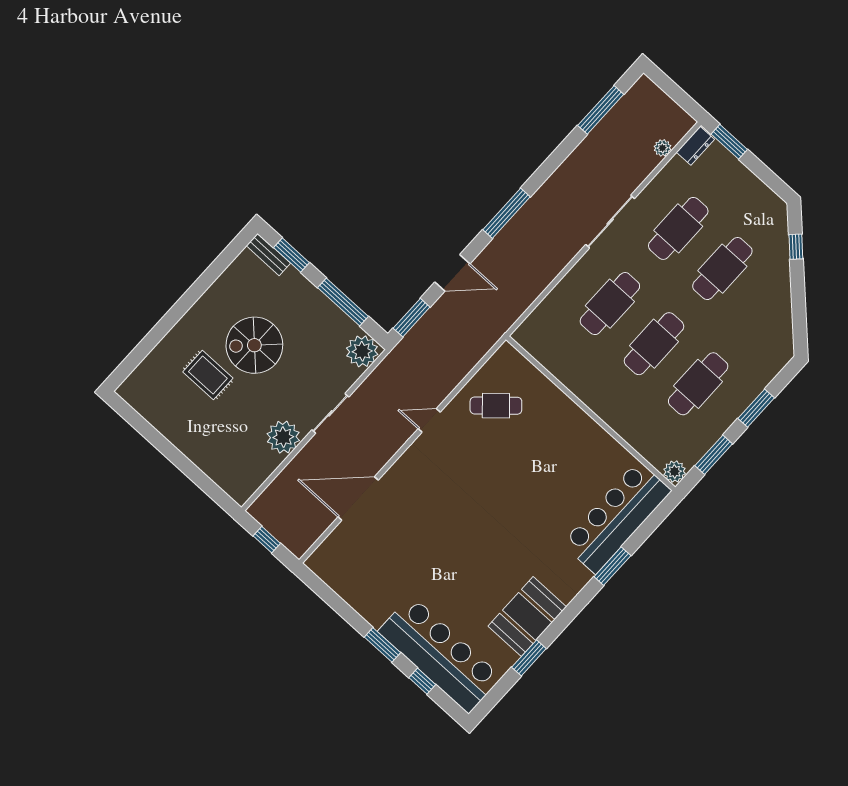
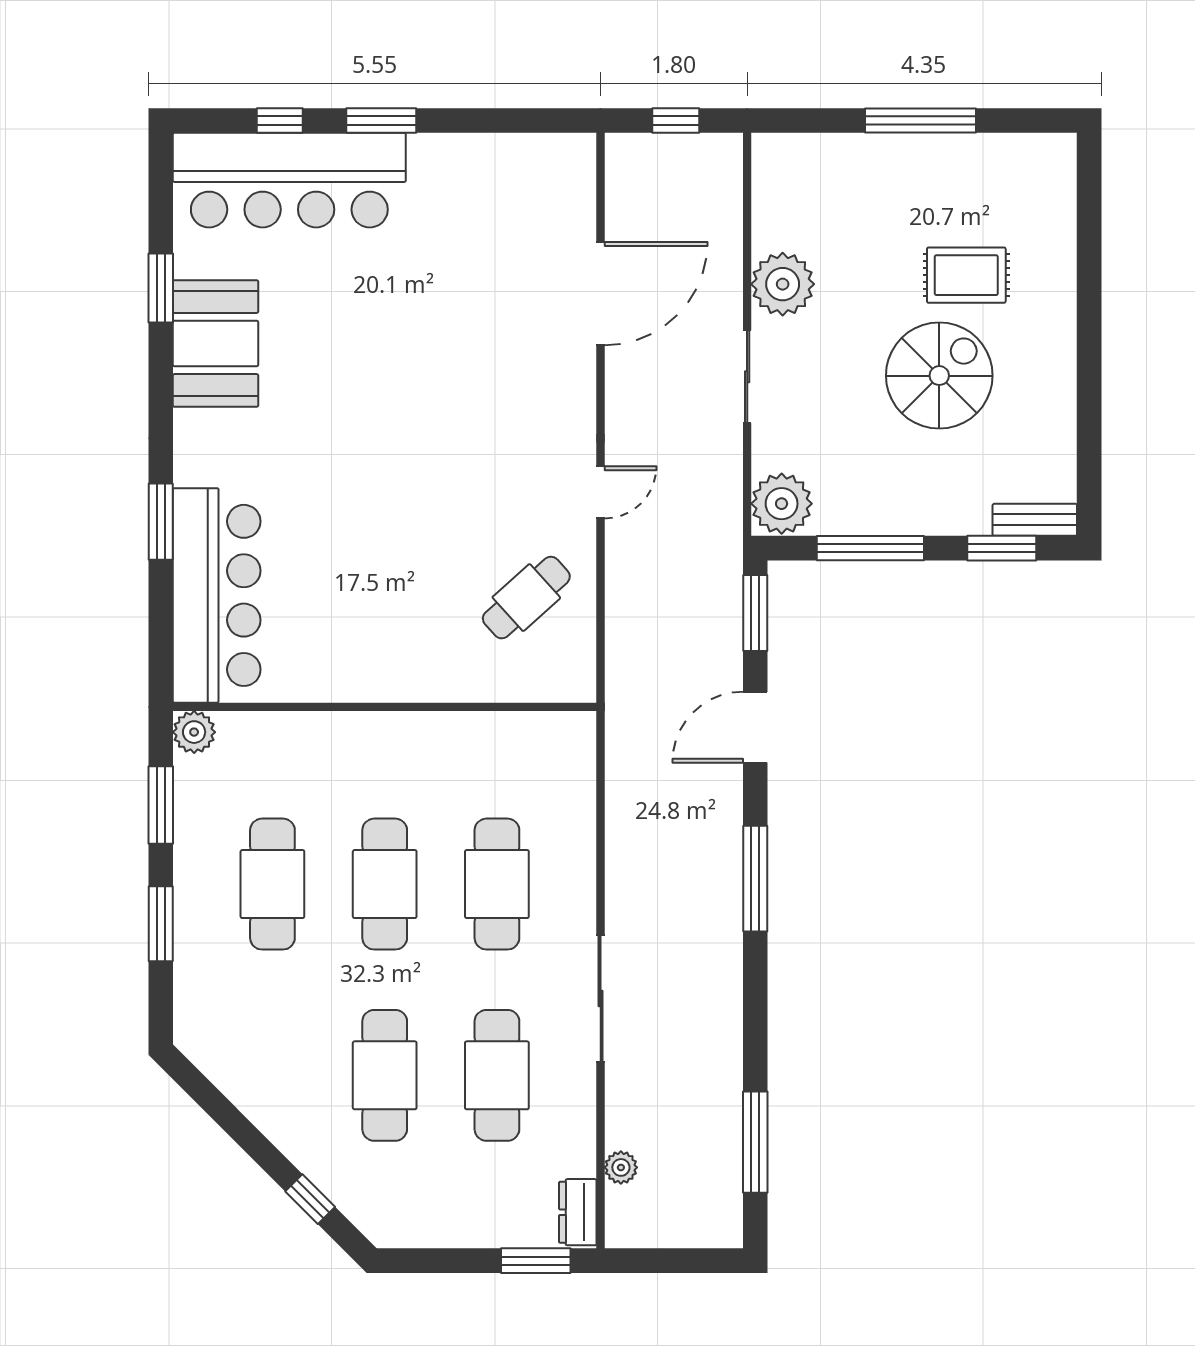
window: (171, 452) -> (921, 120), added

